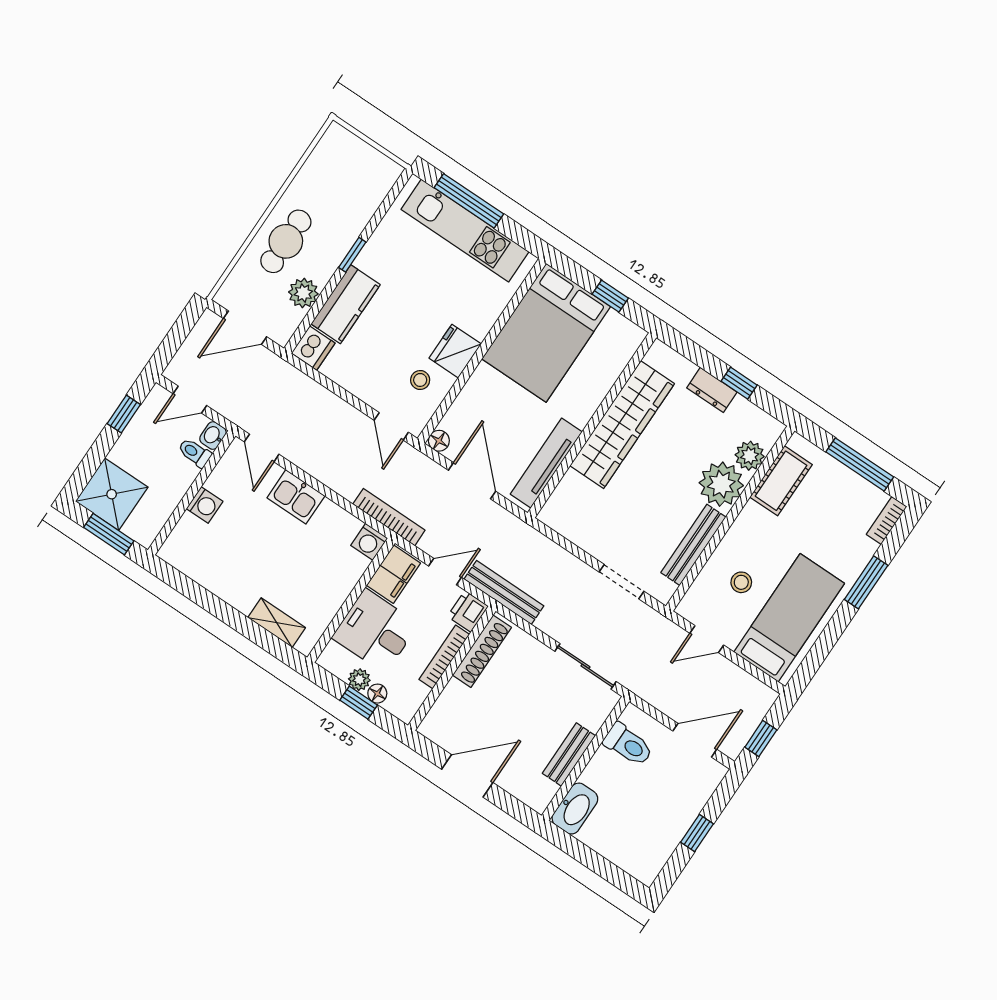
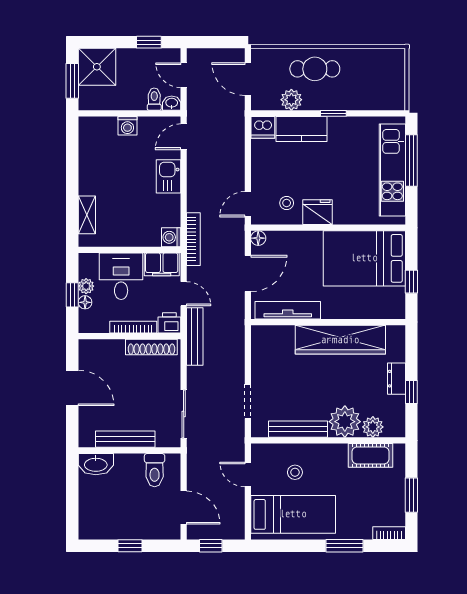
window: (860, 464) -> (411, 495), width x0.69
bench: (569, 754) -> (125, 439), width x1.36

